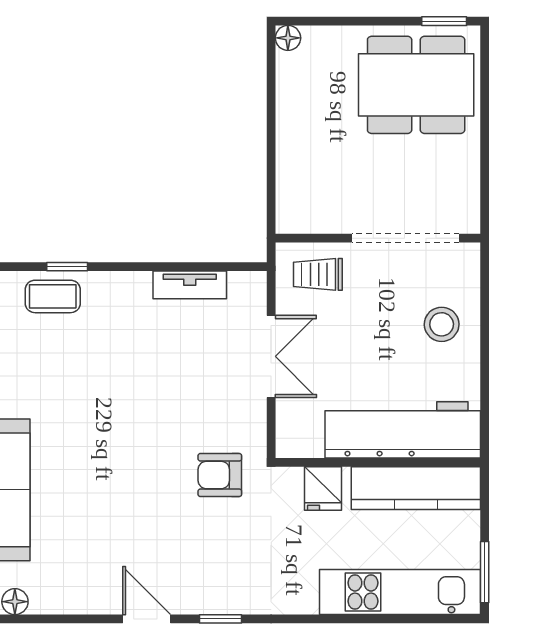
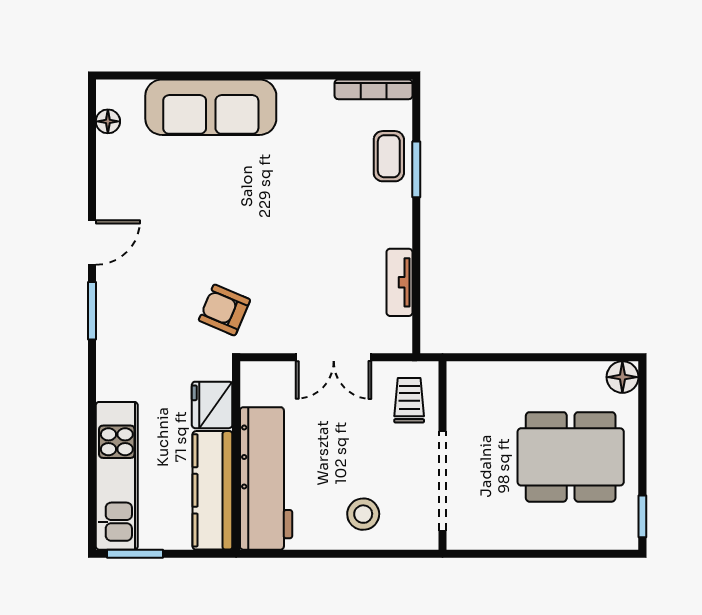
floor lamp: (288, 38) -> (622, 377), width x1.37, depth x1.37
dining table: (416, 85) -> (571, 457), moved, turned 90
window: (67, 267) -> (416, 169), width x1.50
armchair: (220, 475) -> (224, 310), turned -67
fridge: (323, 489) -> (212, 405), width x1.38
window: (221, 619) -> (92, 311), width x1.50

